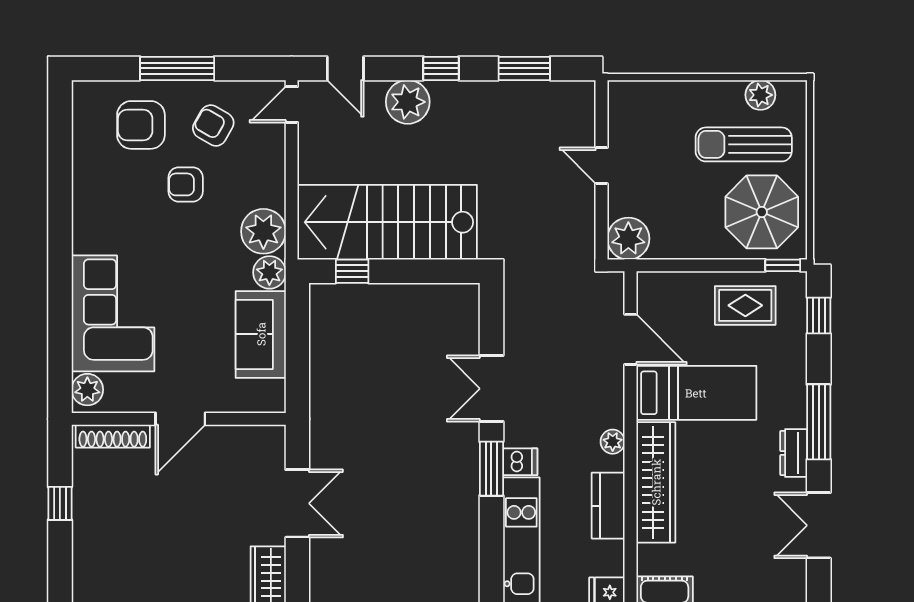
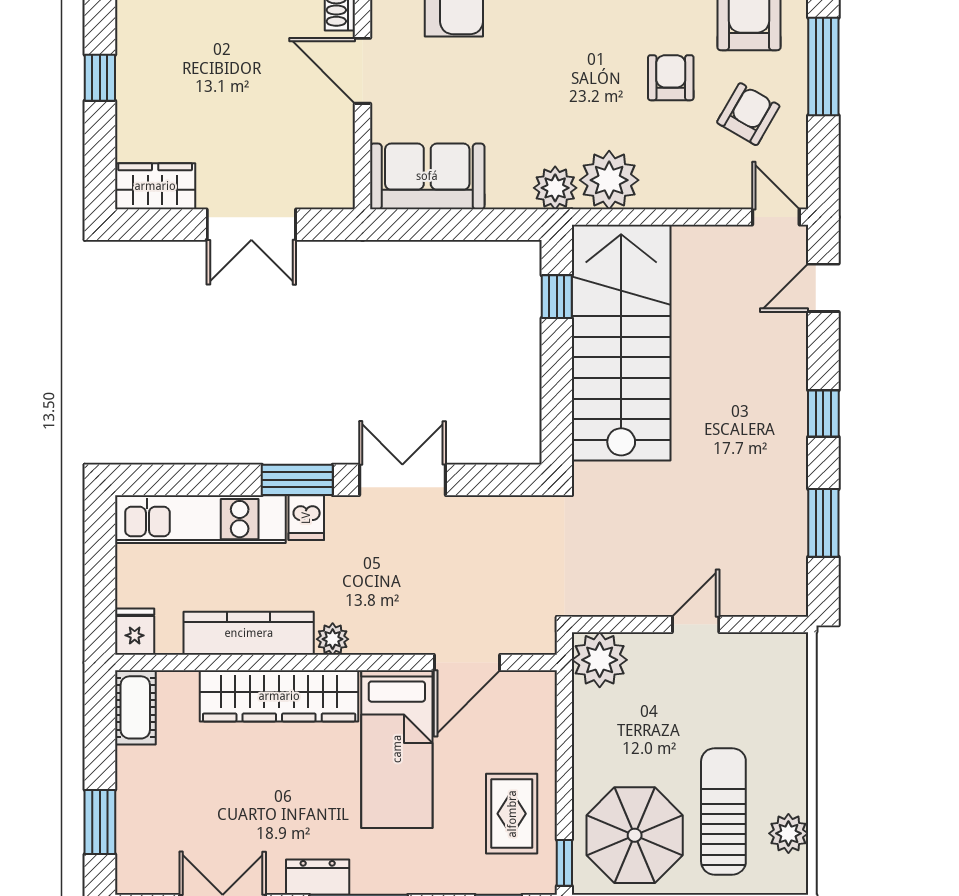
plant: (408, 102) -> (779, 370), removed
sofa: (261, 334) -> (427, 176), moved
kitchen counter: (608, 506) -> (249, 633), width x1.50

